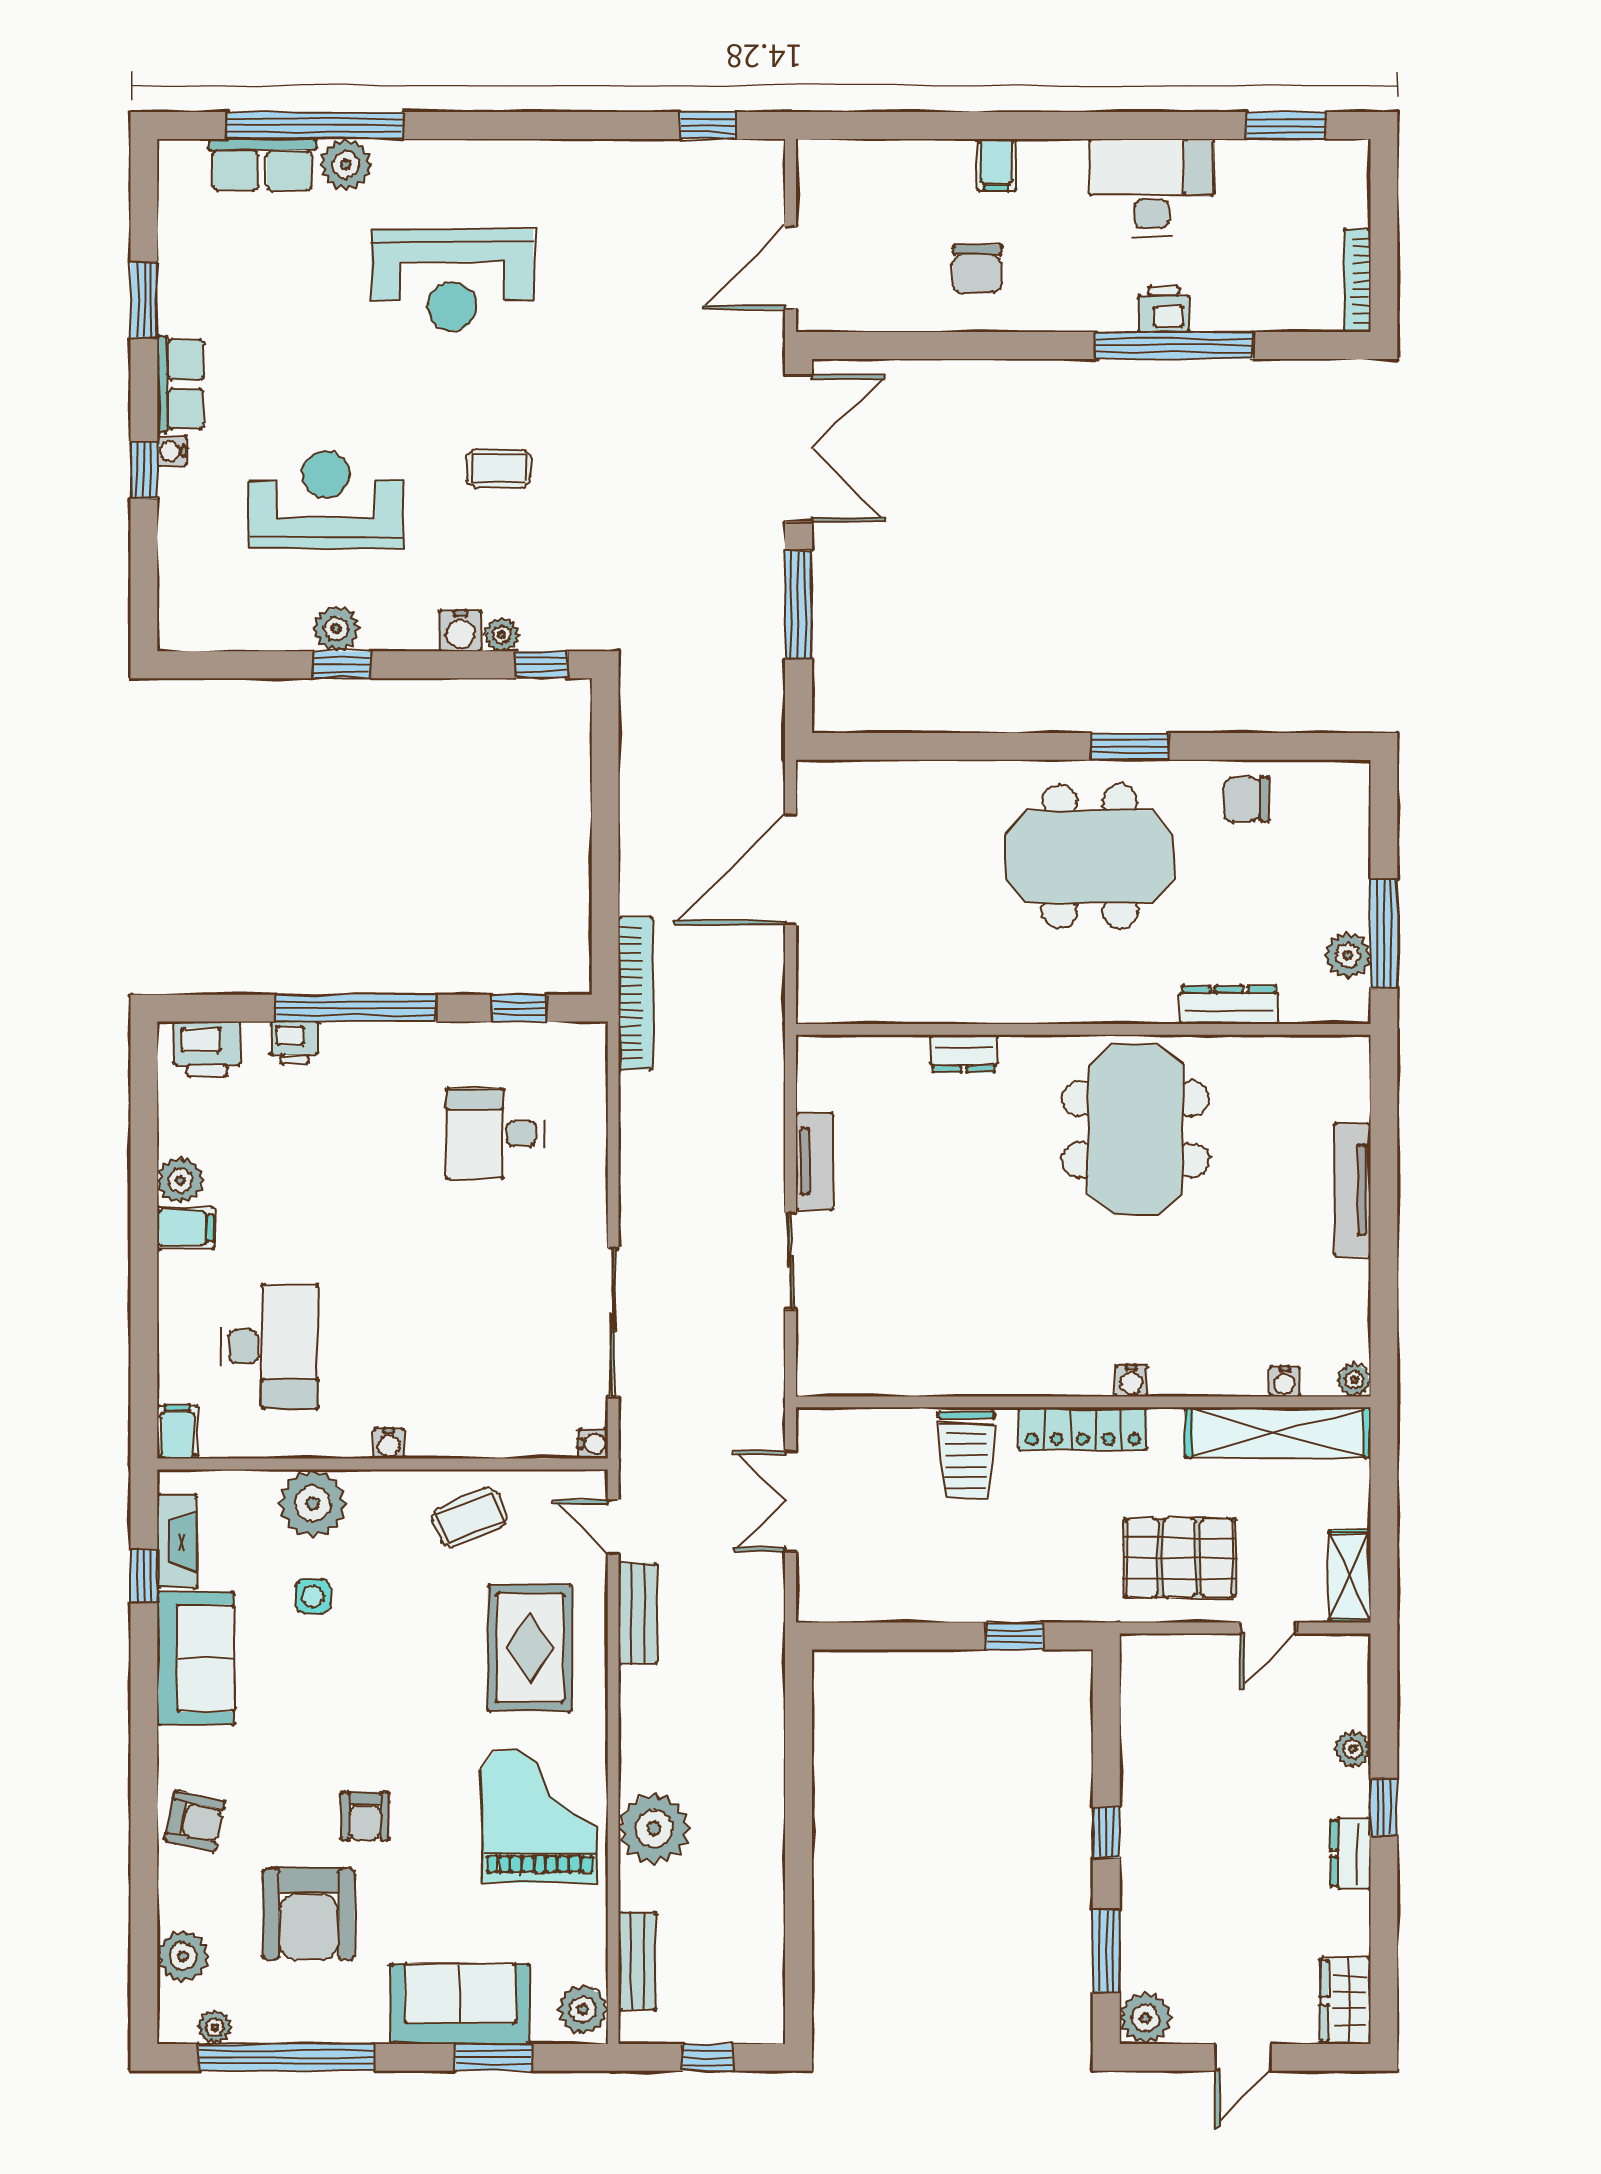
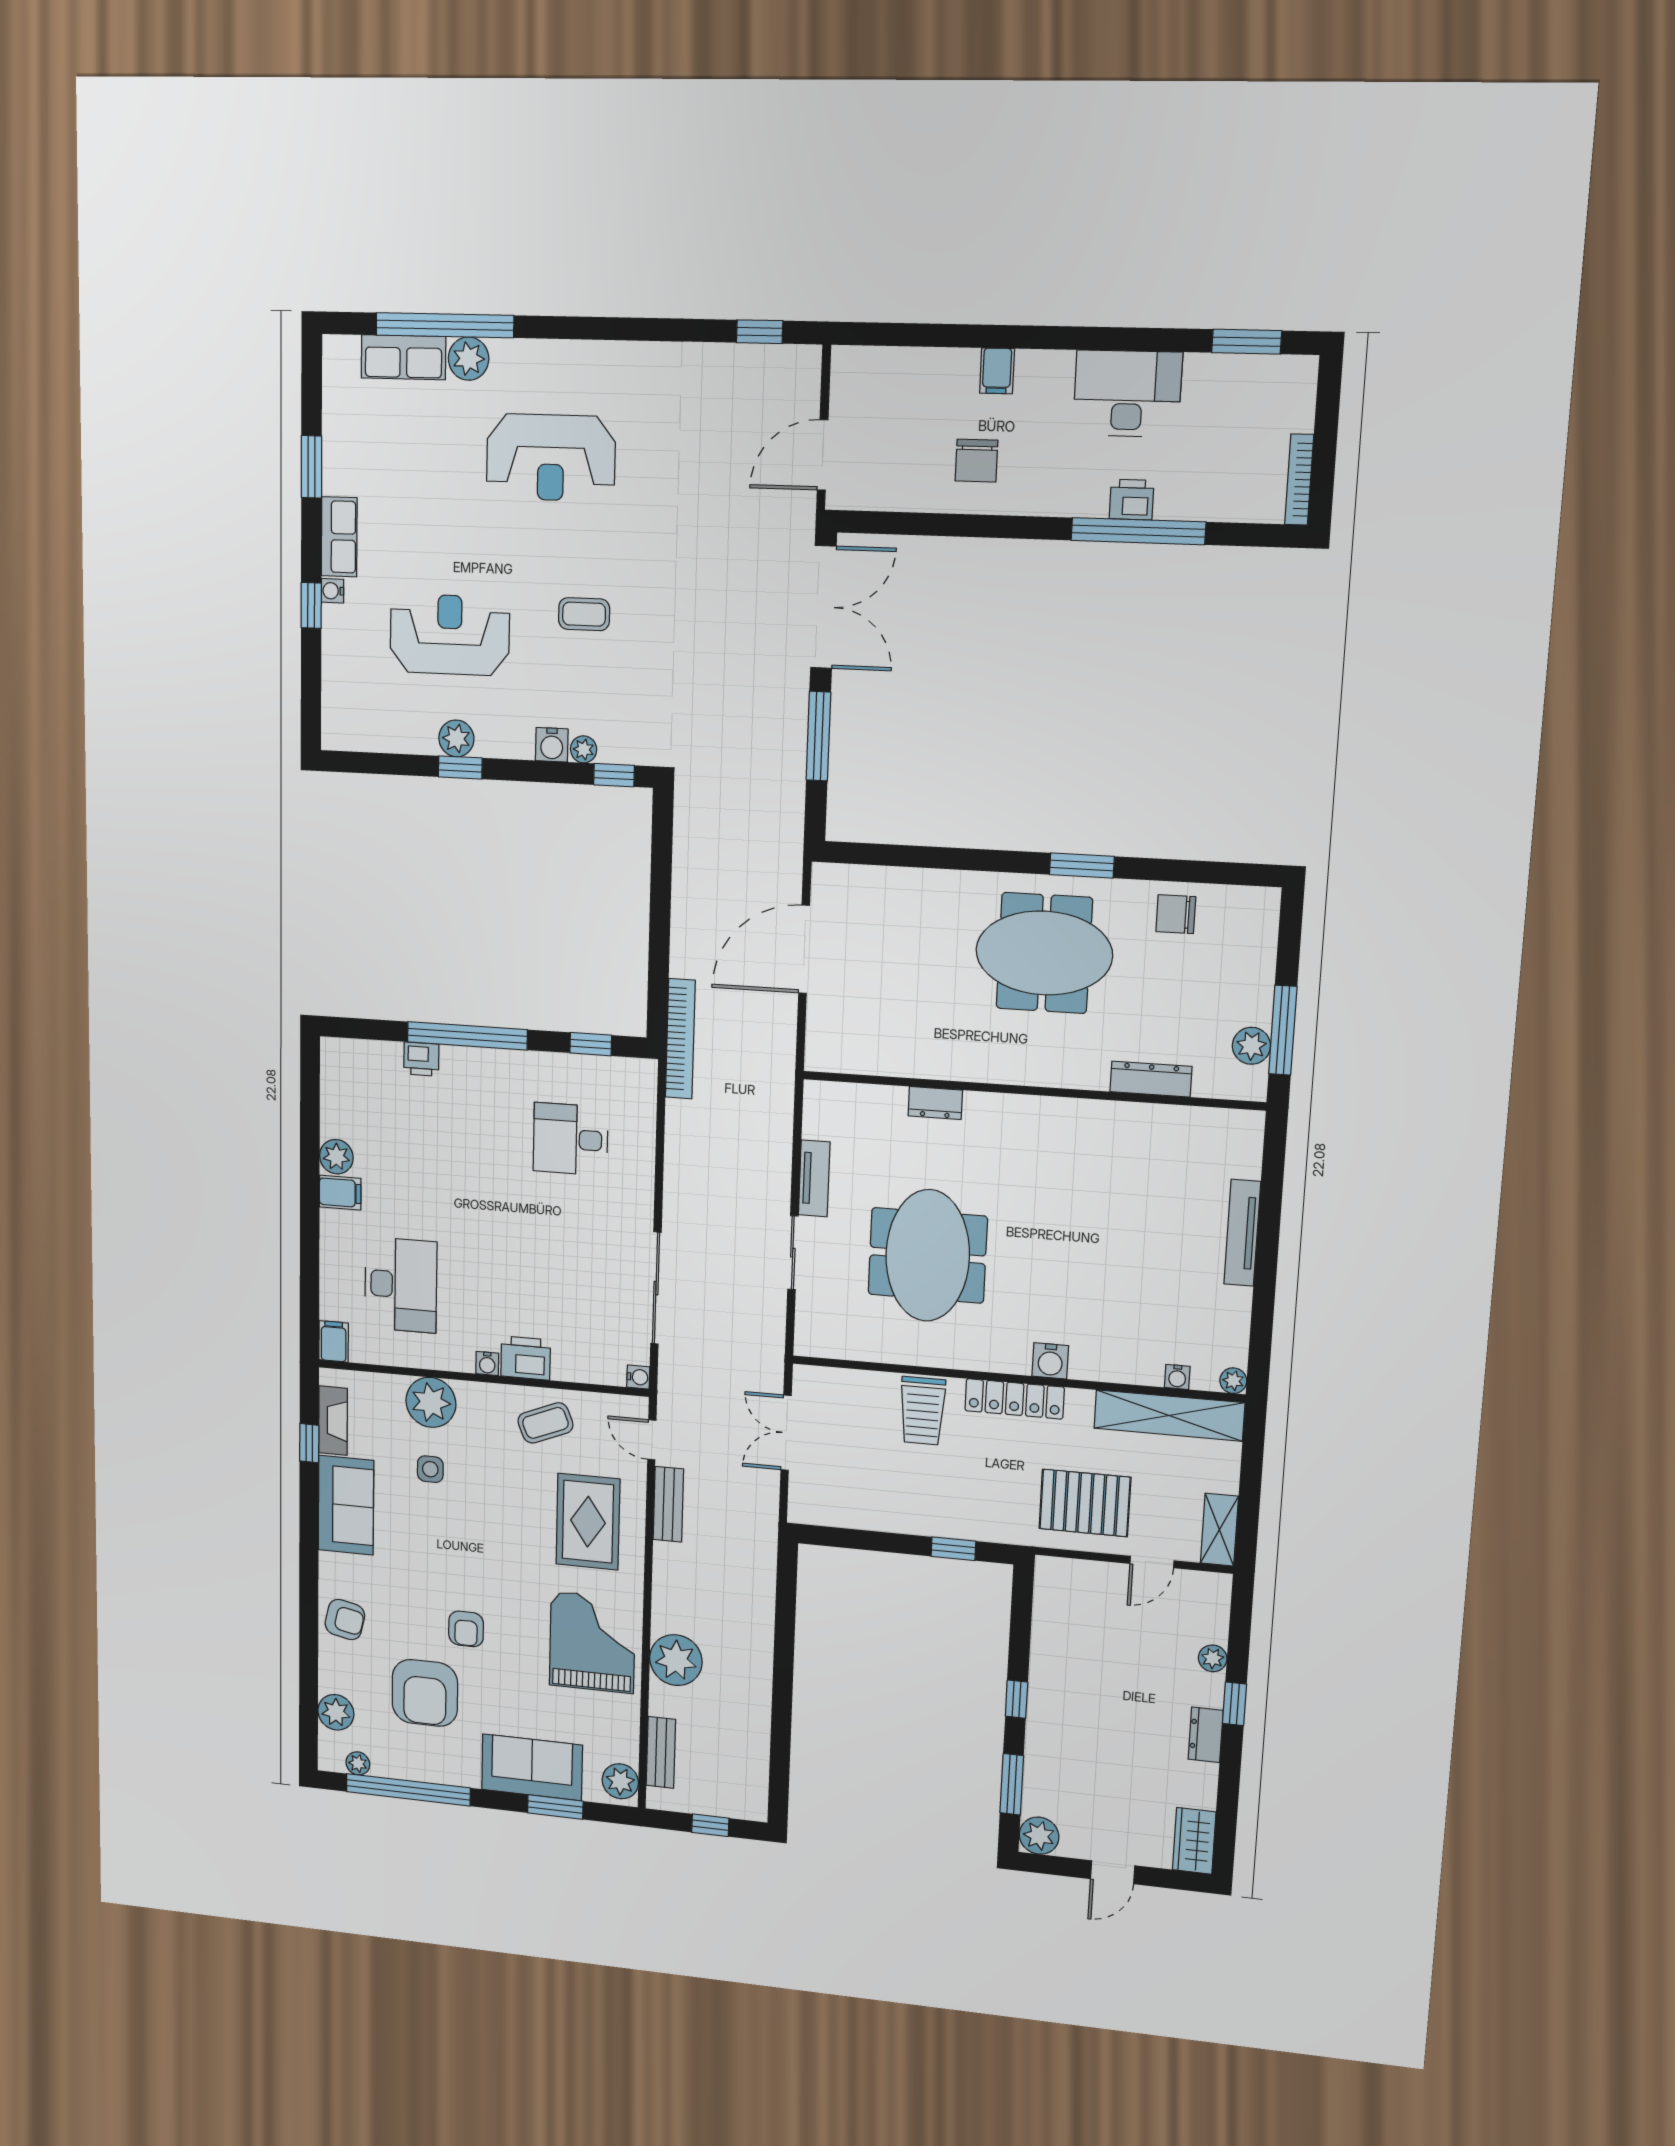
printer: (207, 1049) -> (526, 1358), moved, turned 180
meeting table: (1136, 1129) -> (928, 1255), moved
water cooler: (1131, 1381) -> (1050, 1361), width x1.38, depth x1.38

